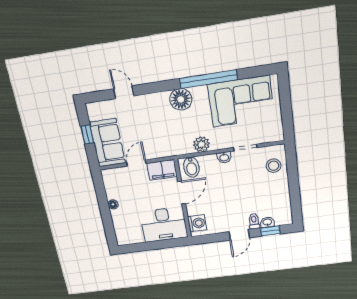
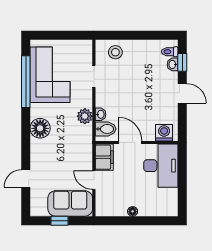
window: (208, 79) -> (26, 82), moved
washbasin: (224, 157) -> (101, 114), moved
toilet: (254, 221) -> (170, 52), moved

